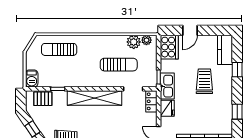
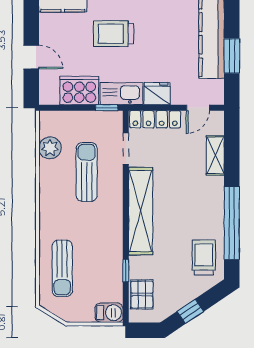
plant: (147, 40) -> (47, 127), removed
cooker: (169, 47) -> (79, 90), moved
locker: (151, 101) -> (155, 119), width x1.53

